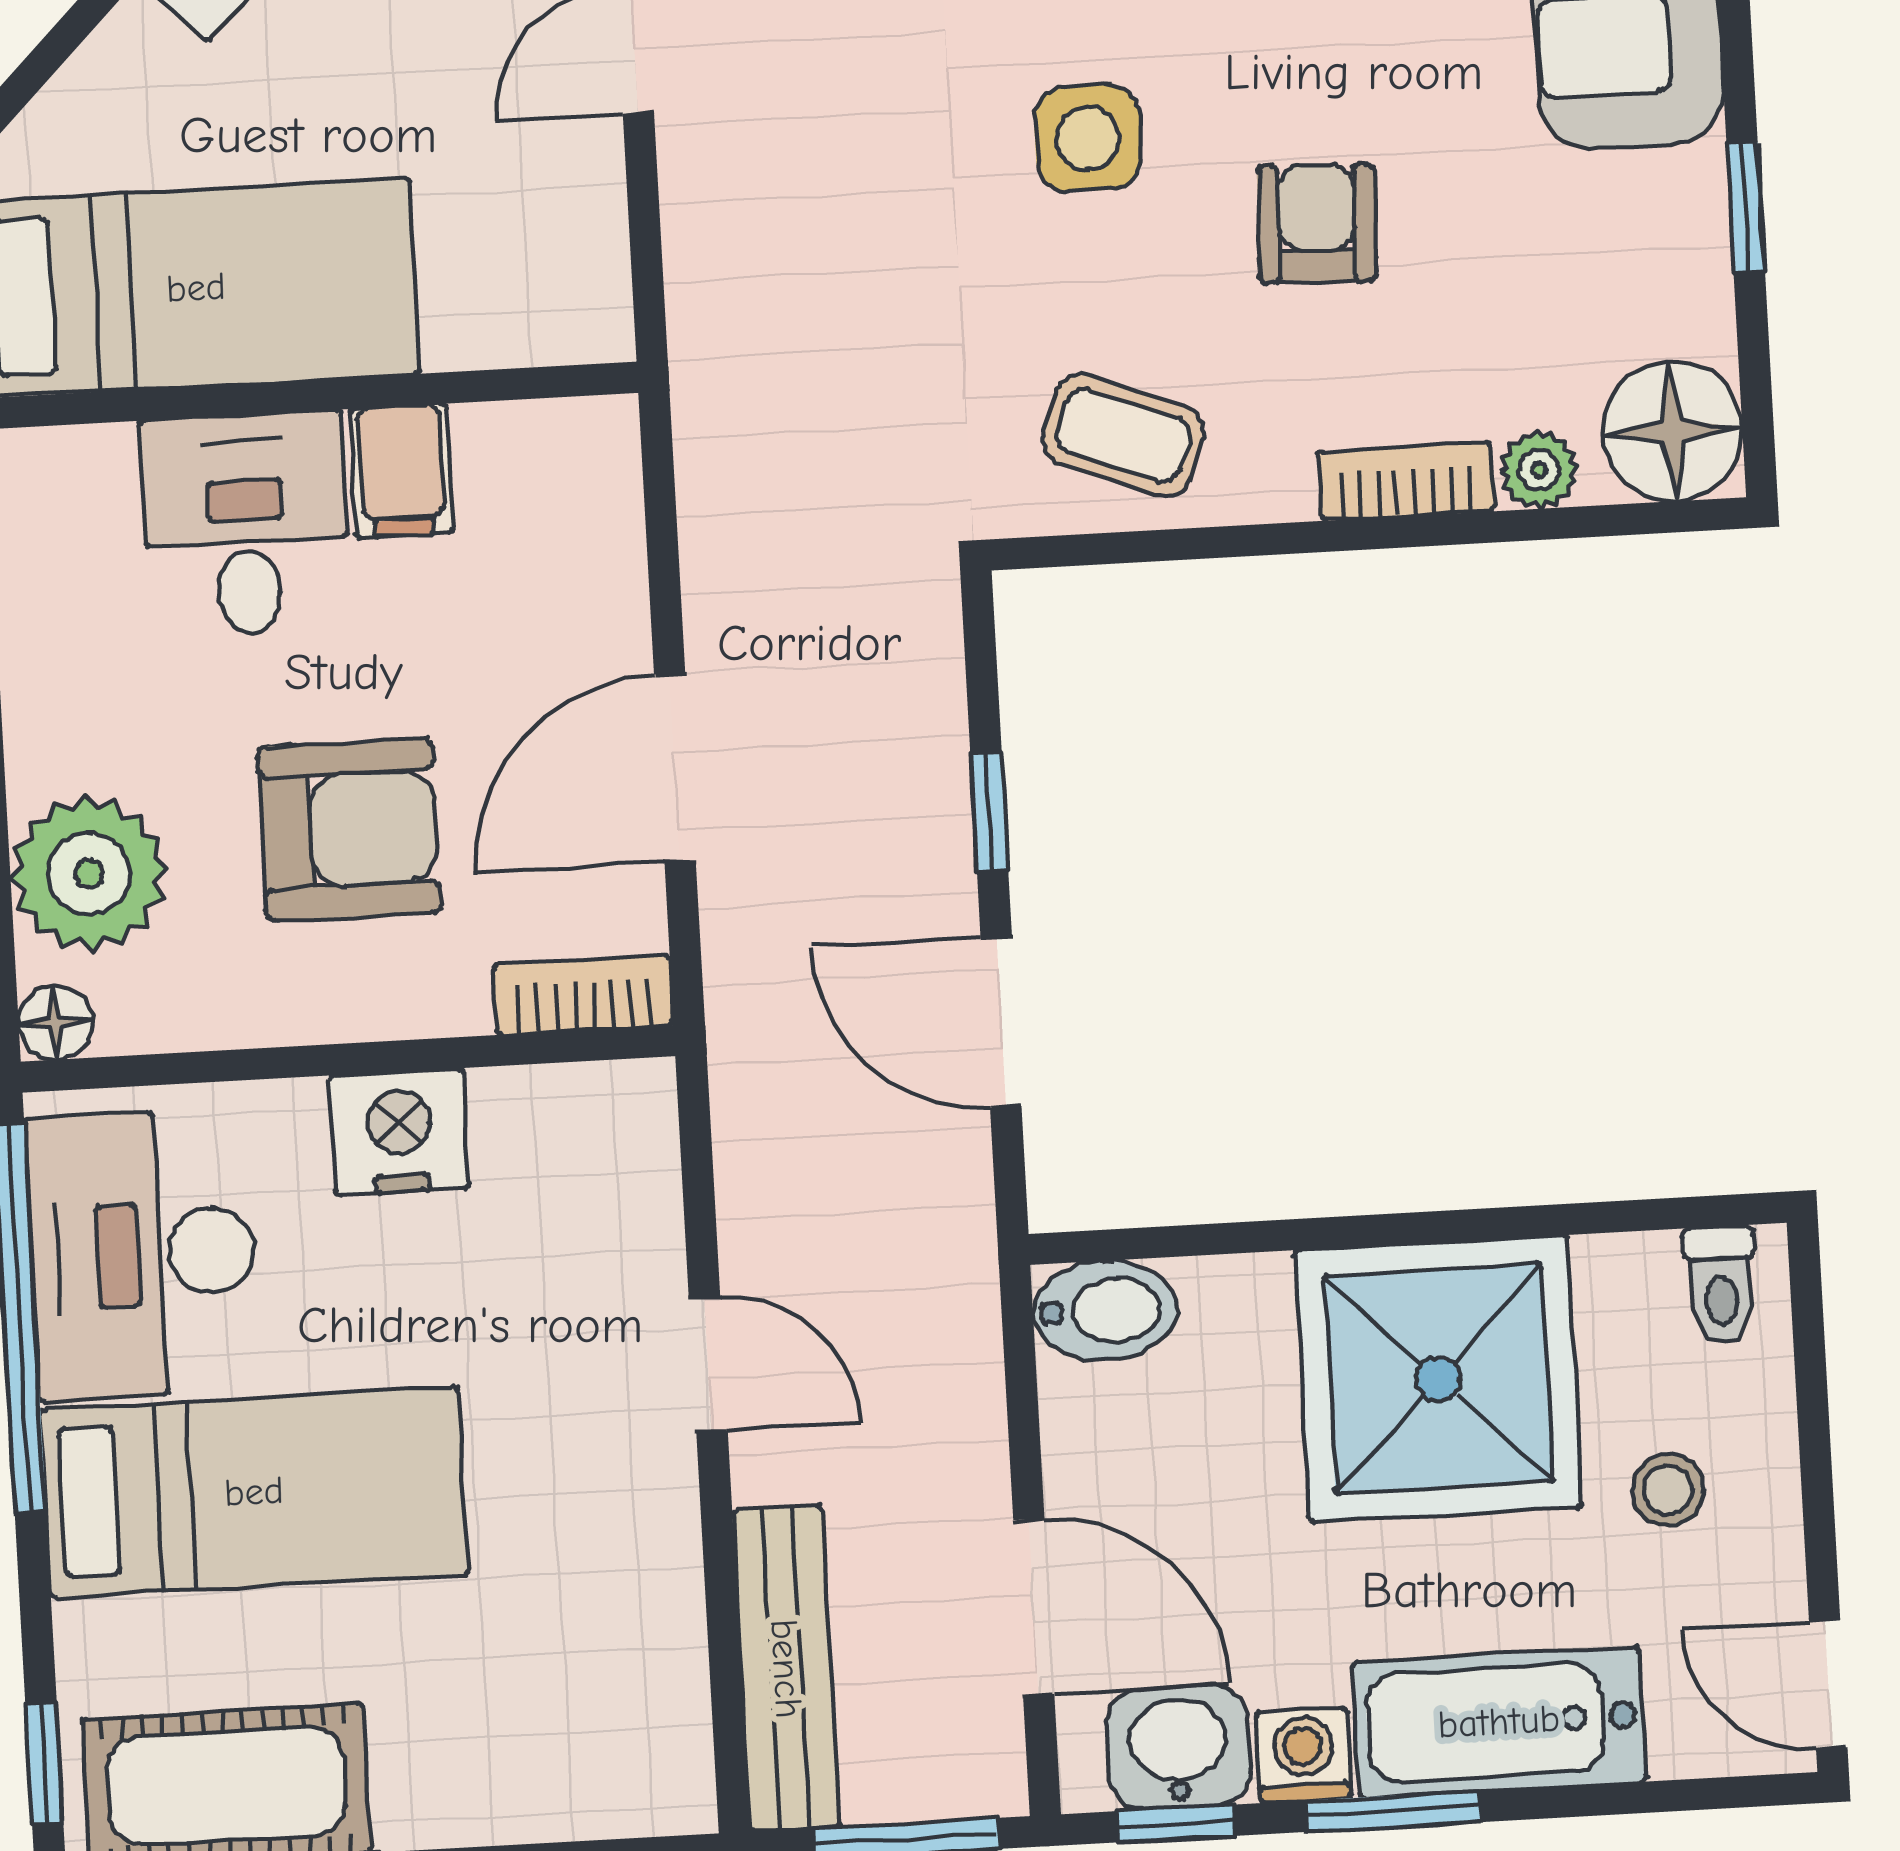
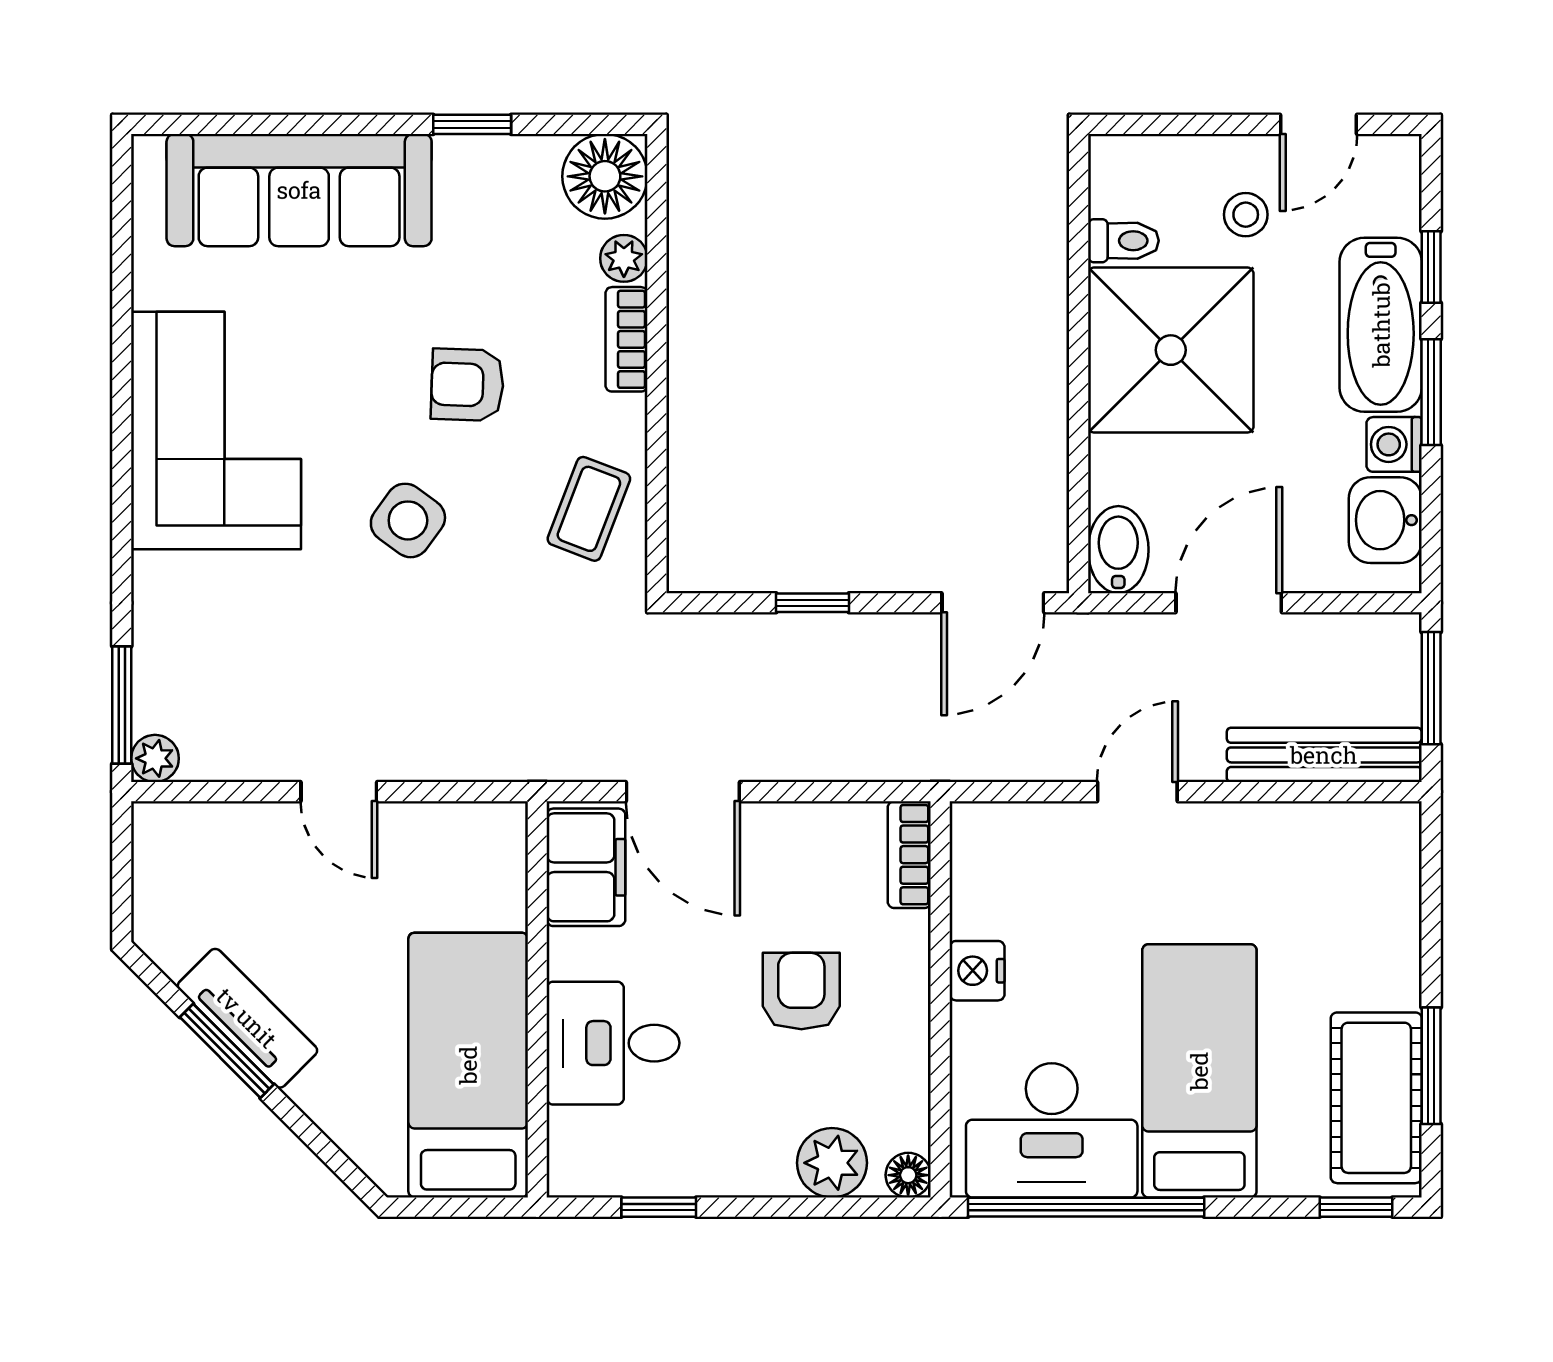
side table: (1088, 138) -> (408, 520), turned 36
filing cabinet: (401, 471) -> (586, 867), moved, width x2.00
door: (675, 768) -> (683, 792), moved
armchair: (349, 829) -> (801, 991), width x0.72, depth x0.72
plant: (89, 874) -> (832, 1163), width x0.73, depth x0.73
door: (1001, 1022) -> (993, 603), moved
nightstand: (400, 1132) -> (977, 971), width x0.74, depth x0.75
toilet: (1721, 1285) -> (1123, 241), moved
door: (1034, 1607) -> (1229, 603), moved
door: (1828, 1684) -> (1319, 124), moved
window: (1176, 1823) -> (1431, 267), moved

